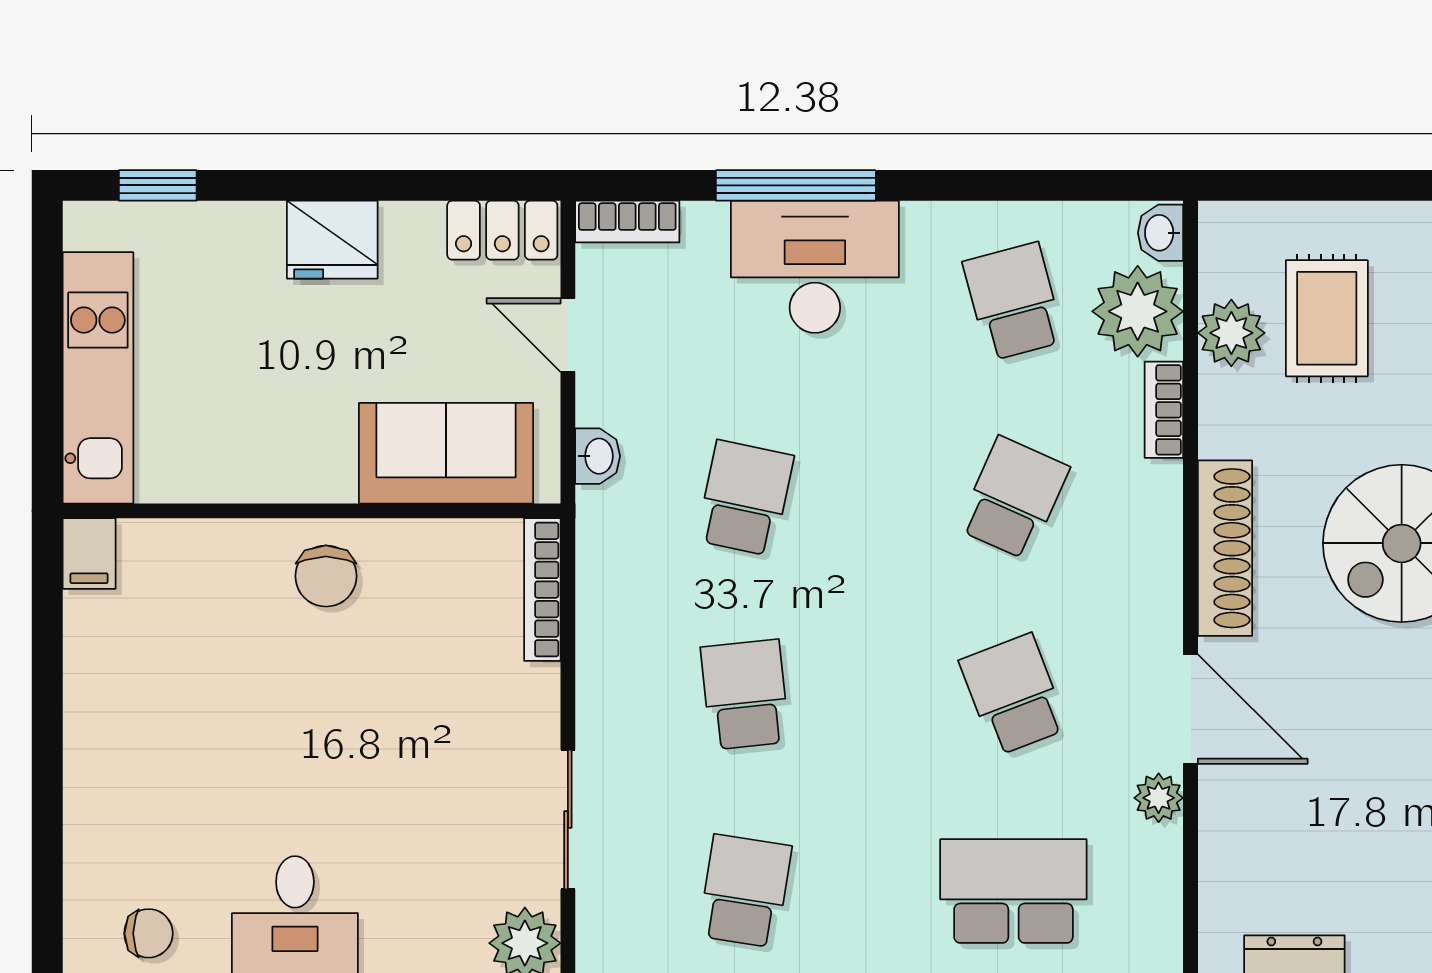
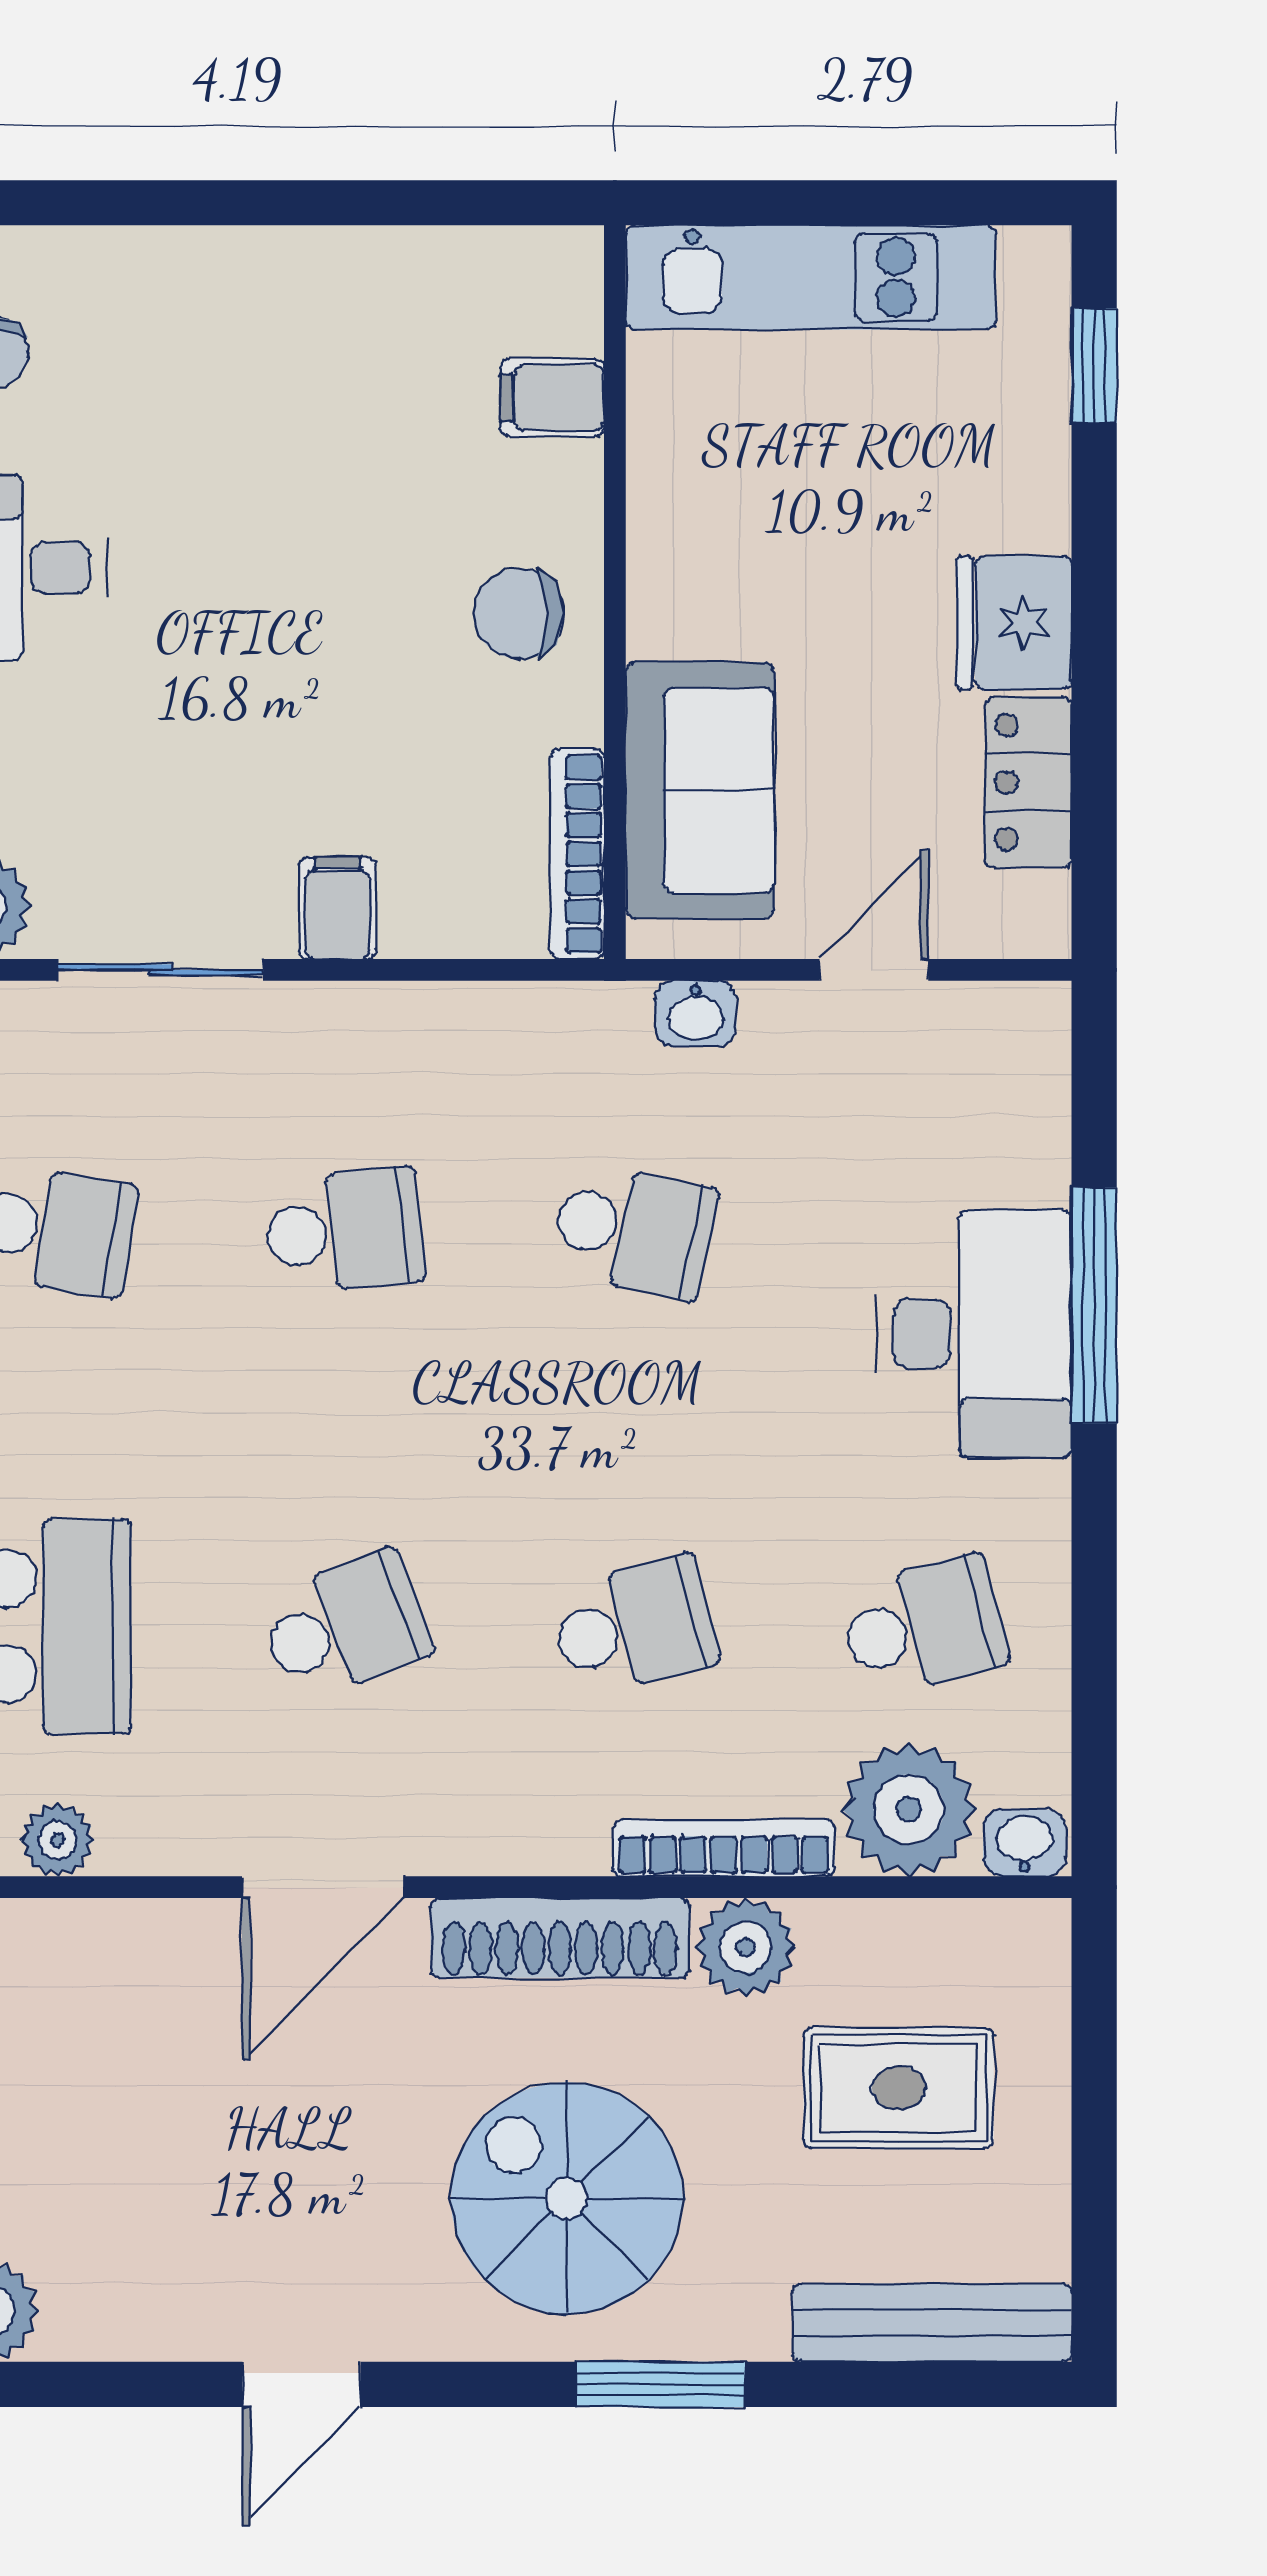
bookcase: (627, 222) -> (1041, 1057), removed
locker: (502, 230) -> (1028, 782), moved
plant: (1231, 333) -> (746, 1947), moved
bookcase: (1164, 410) -> (724, 1848), width x1.56
school desk: (1013, 498) -> (634, 1626), turned -39
filing cabinet: (89, 553) -> (552, 398), moved
bookcase: (542, 590) -> (577, 854), moved, turned -90
filing cabinet: (526, 699) -> (338, 908), added
plant: (1159, 798) -> (58, 1840), moved

